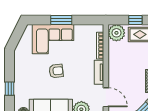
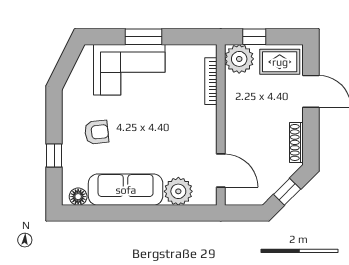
window: (135, 20) -> (254, 37), moved
armchair: (56, 71) -> (97, 132), moved
tv unit: (99, 72) -> (209, 127), removed

